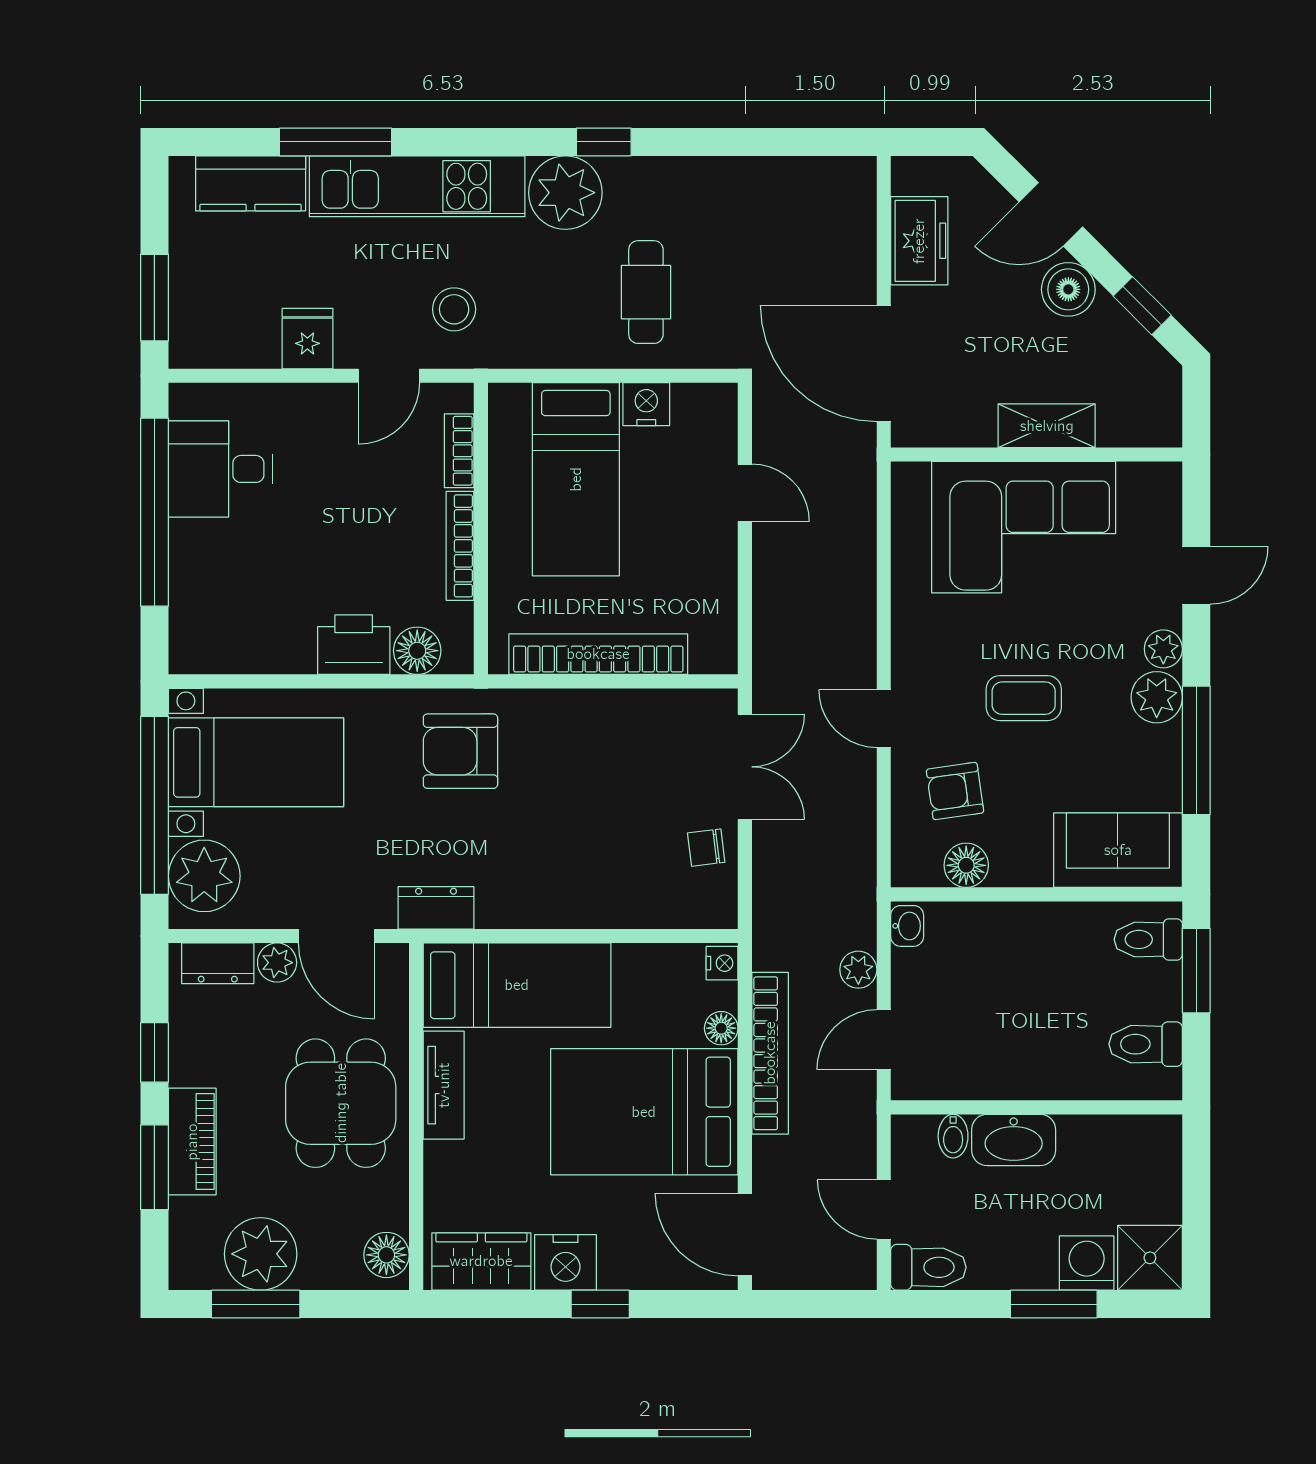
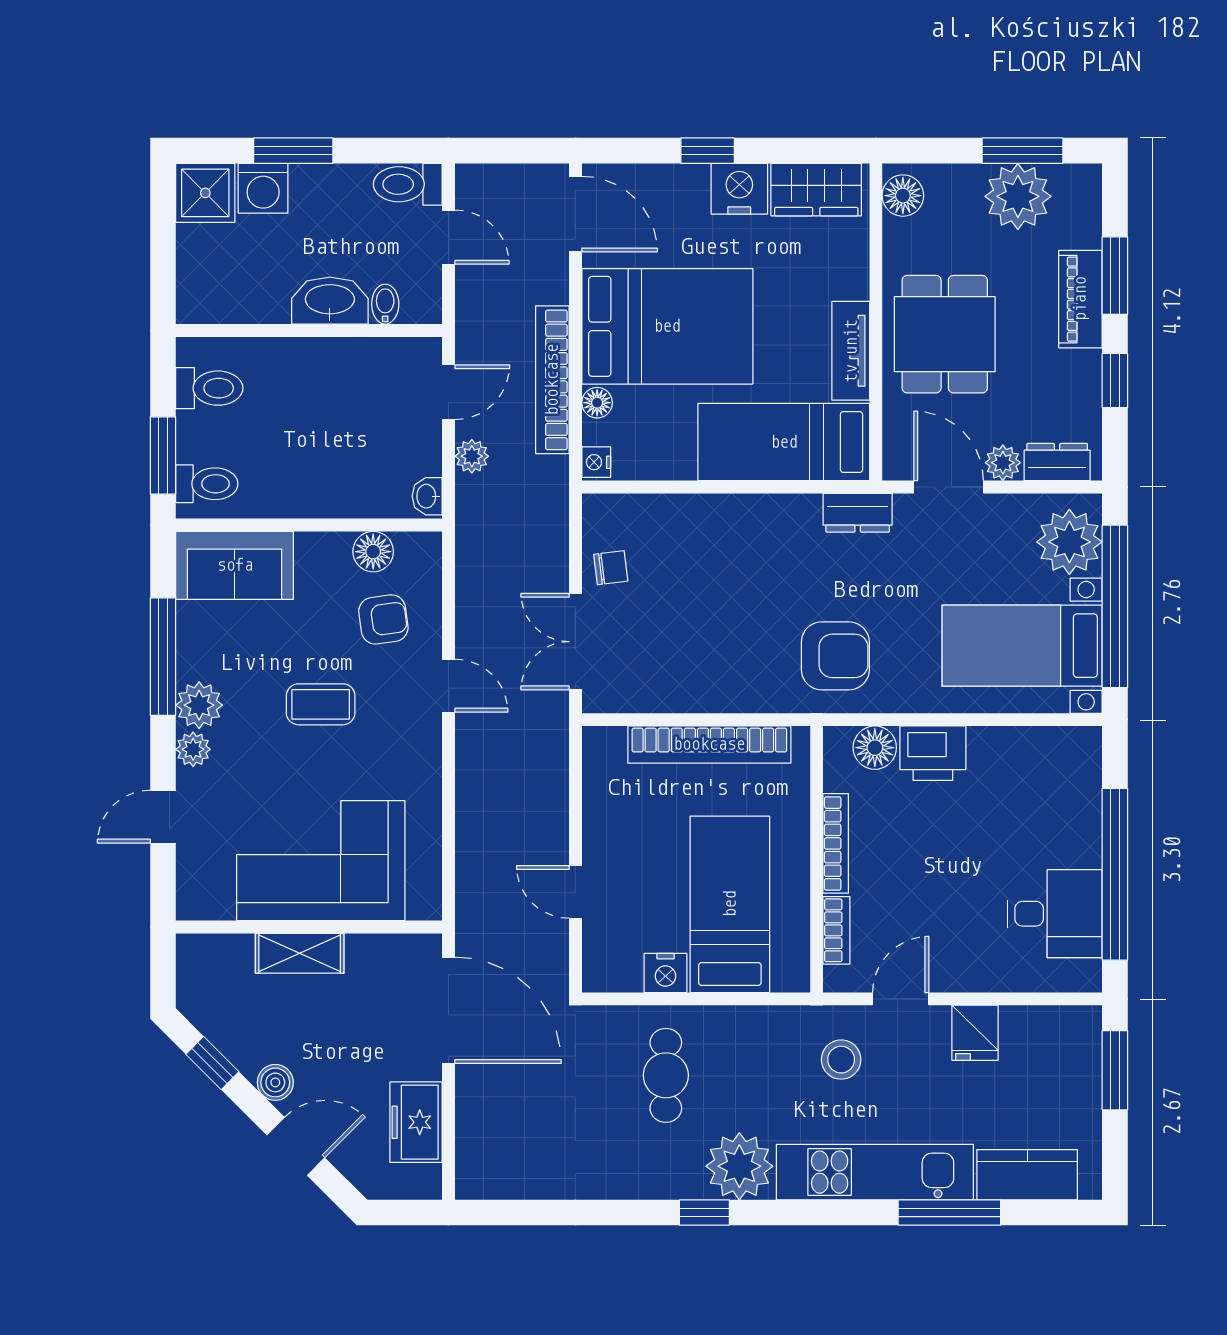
boiler: (1068, 289) -> (275, 1082), width x0.73, depth x0.73

